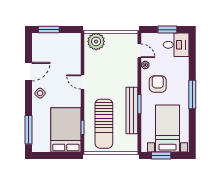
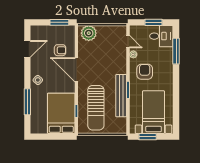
window: (49, 30) -> (59, 22), moved
armchair: (65, 60) -> (60, 50), added
door: (29, 72) -> (27, 49), moved
door: (83, 82) -> (76, 70), width x1.88
window: (192, 95) -> (176, 51), moved
window: (29, 130) -> (27, 102), moved

